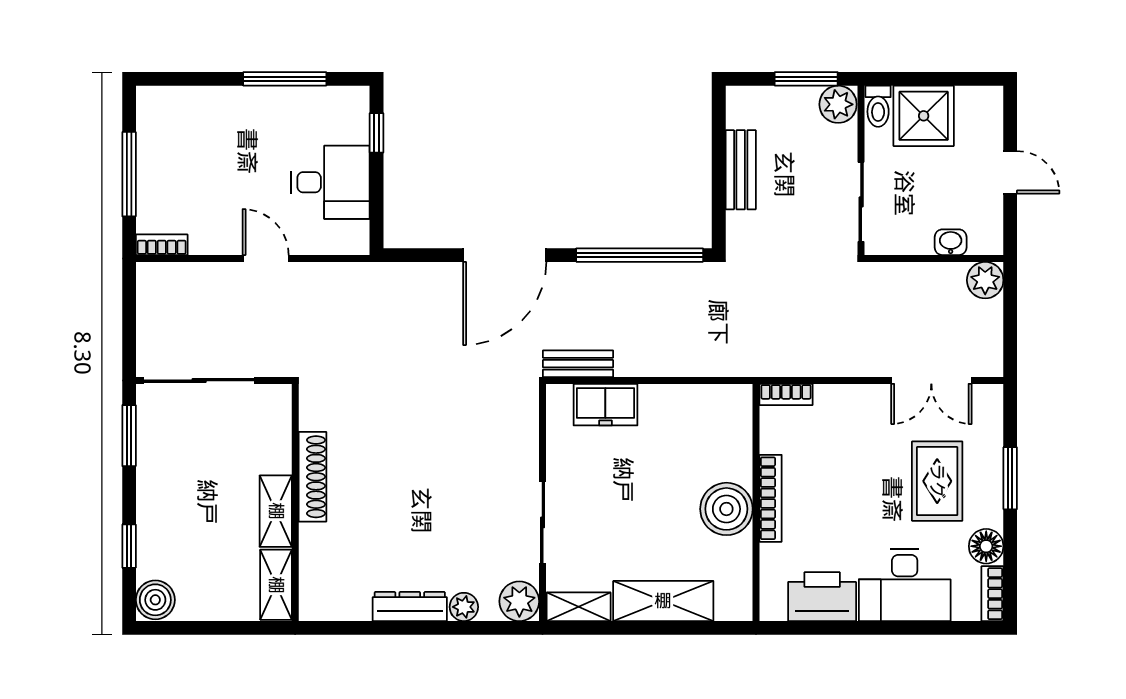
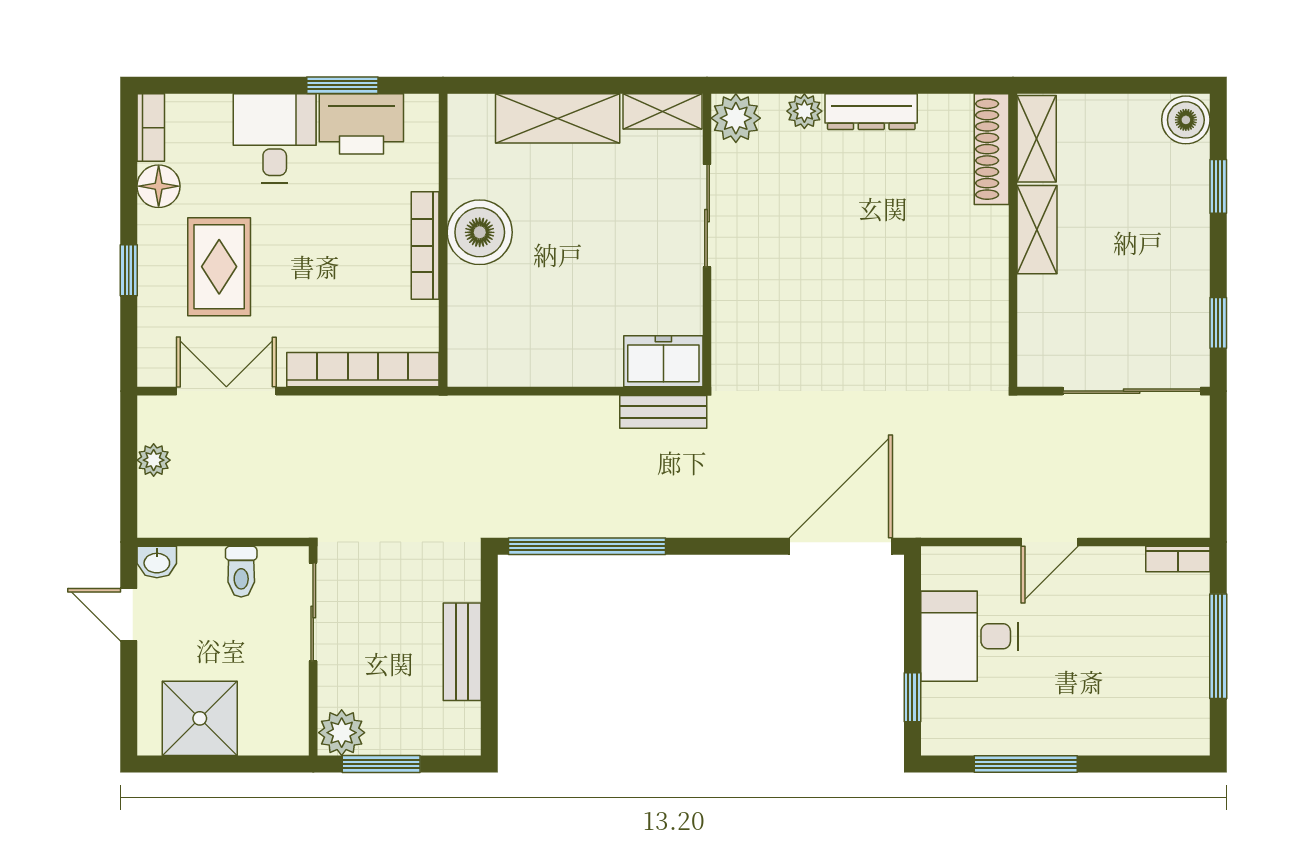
toilet: (878, 106) -> (241, 572), moved, turned 180
shower: (924, 116) -> (200, 718), moved
door: (1010, 172) -> (129, 615), moved
washbasin: (951, 242) -> (157, 562), moved
door: (505, 255) -> (841, 546), moved
door: (266, 258) -> (1050, 542), hinge flipped
plant: (985, 280) -> (154, 460), moved, width x0.73, depth x0.73
bookcase: (786, 395) -> (363, 370), width x2.31, depth x1.31
freezer: (605, 405) -> (663, 361), moved
window: (129, 436) -> (1218, 323), width x0.67
shoe rack: (312, 477) -> (992, 149), moved
window: (1010, 478) -> (129, 270), width x0.67
desk: (905, 585) -> (275, 138), width x0.73
window: (837, 628) -> (342, 85), added

